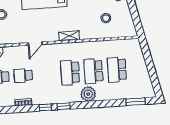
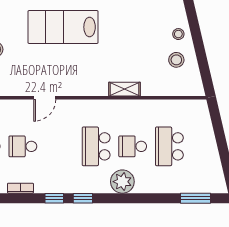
stool: (106, 18) -> (176, 60), moved
shelving: (69, 36) -> (125, 89), moved
school desk: (93, 71) -> (133, 146), width x0.54

